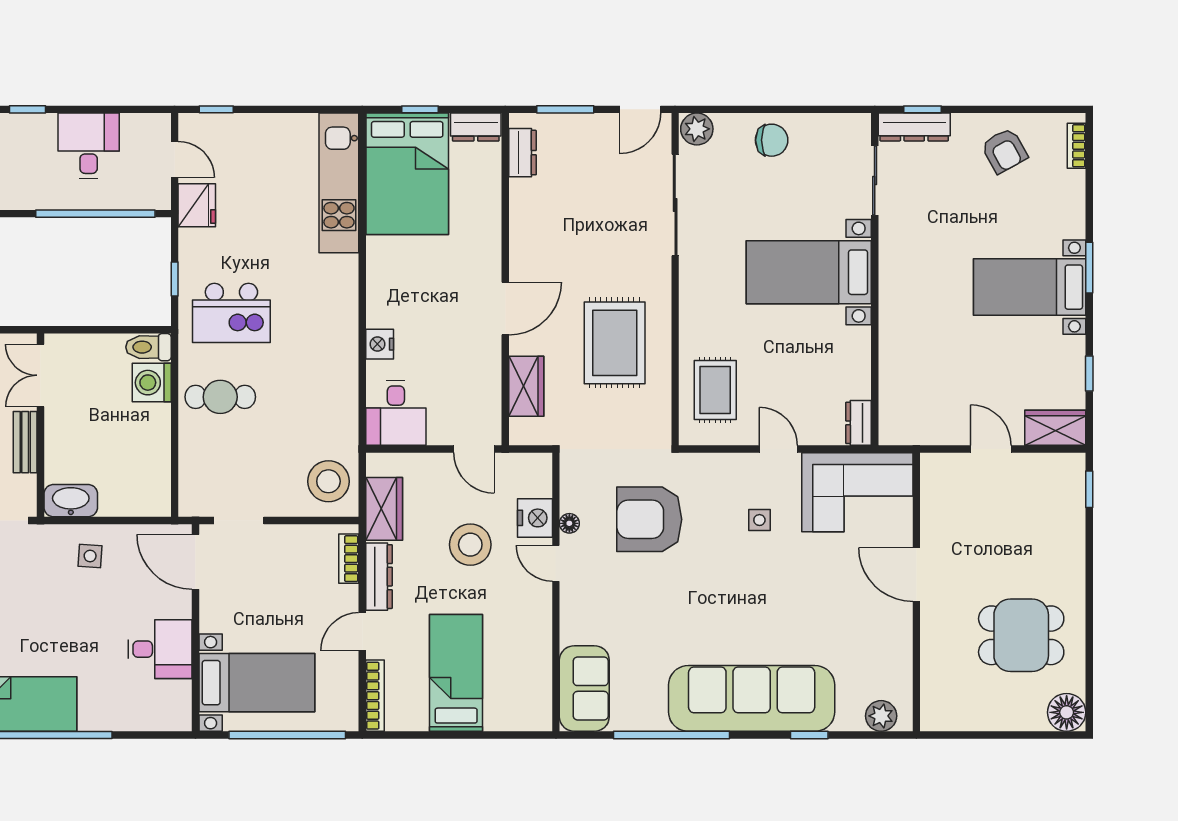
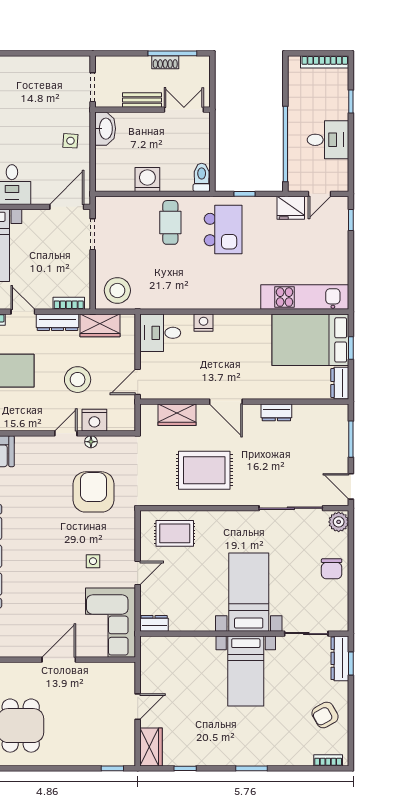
dresser: (523, 153) -> (276, 412), moved
bed with nightstands: (1030, 287) -> (246, 671), moved, turned 180
kitchen island: (231, 313) -> (223, 230), turned 180
washing machine: (152, 383) -> (147, 179), moved

